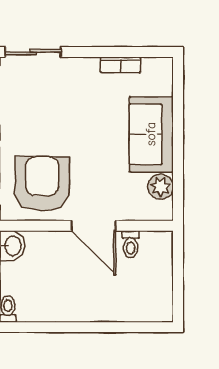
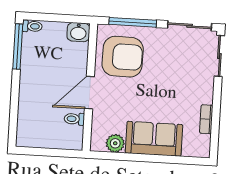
window: (37, 327) -> (18, 47), added

